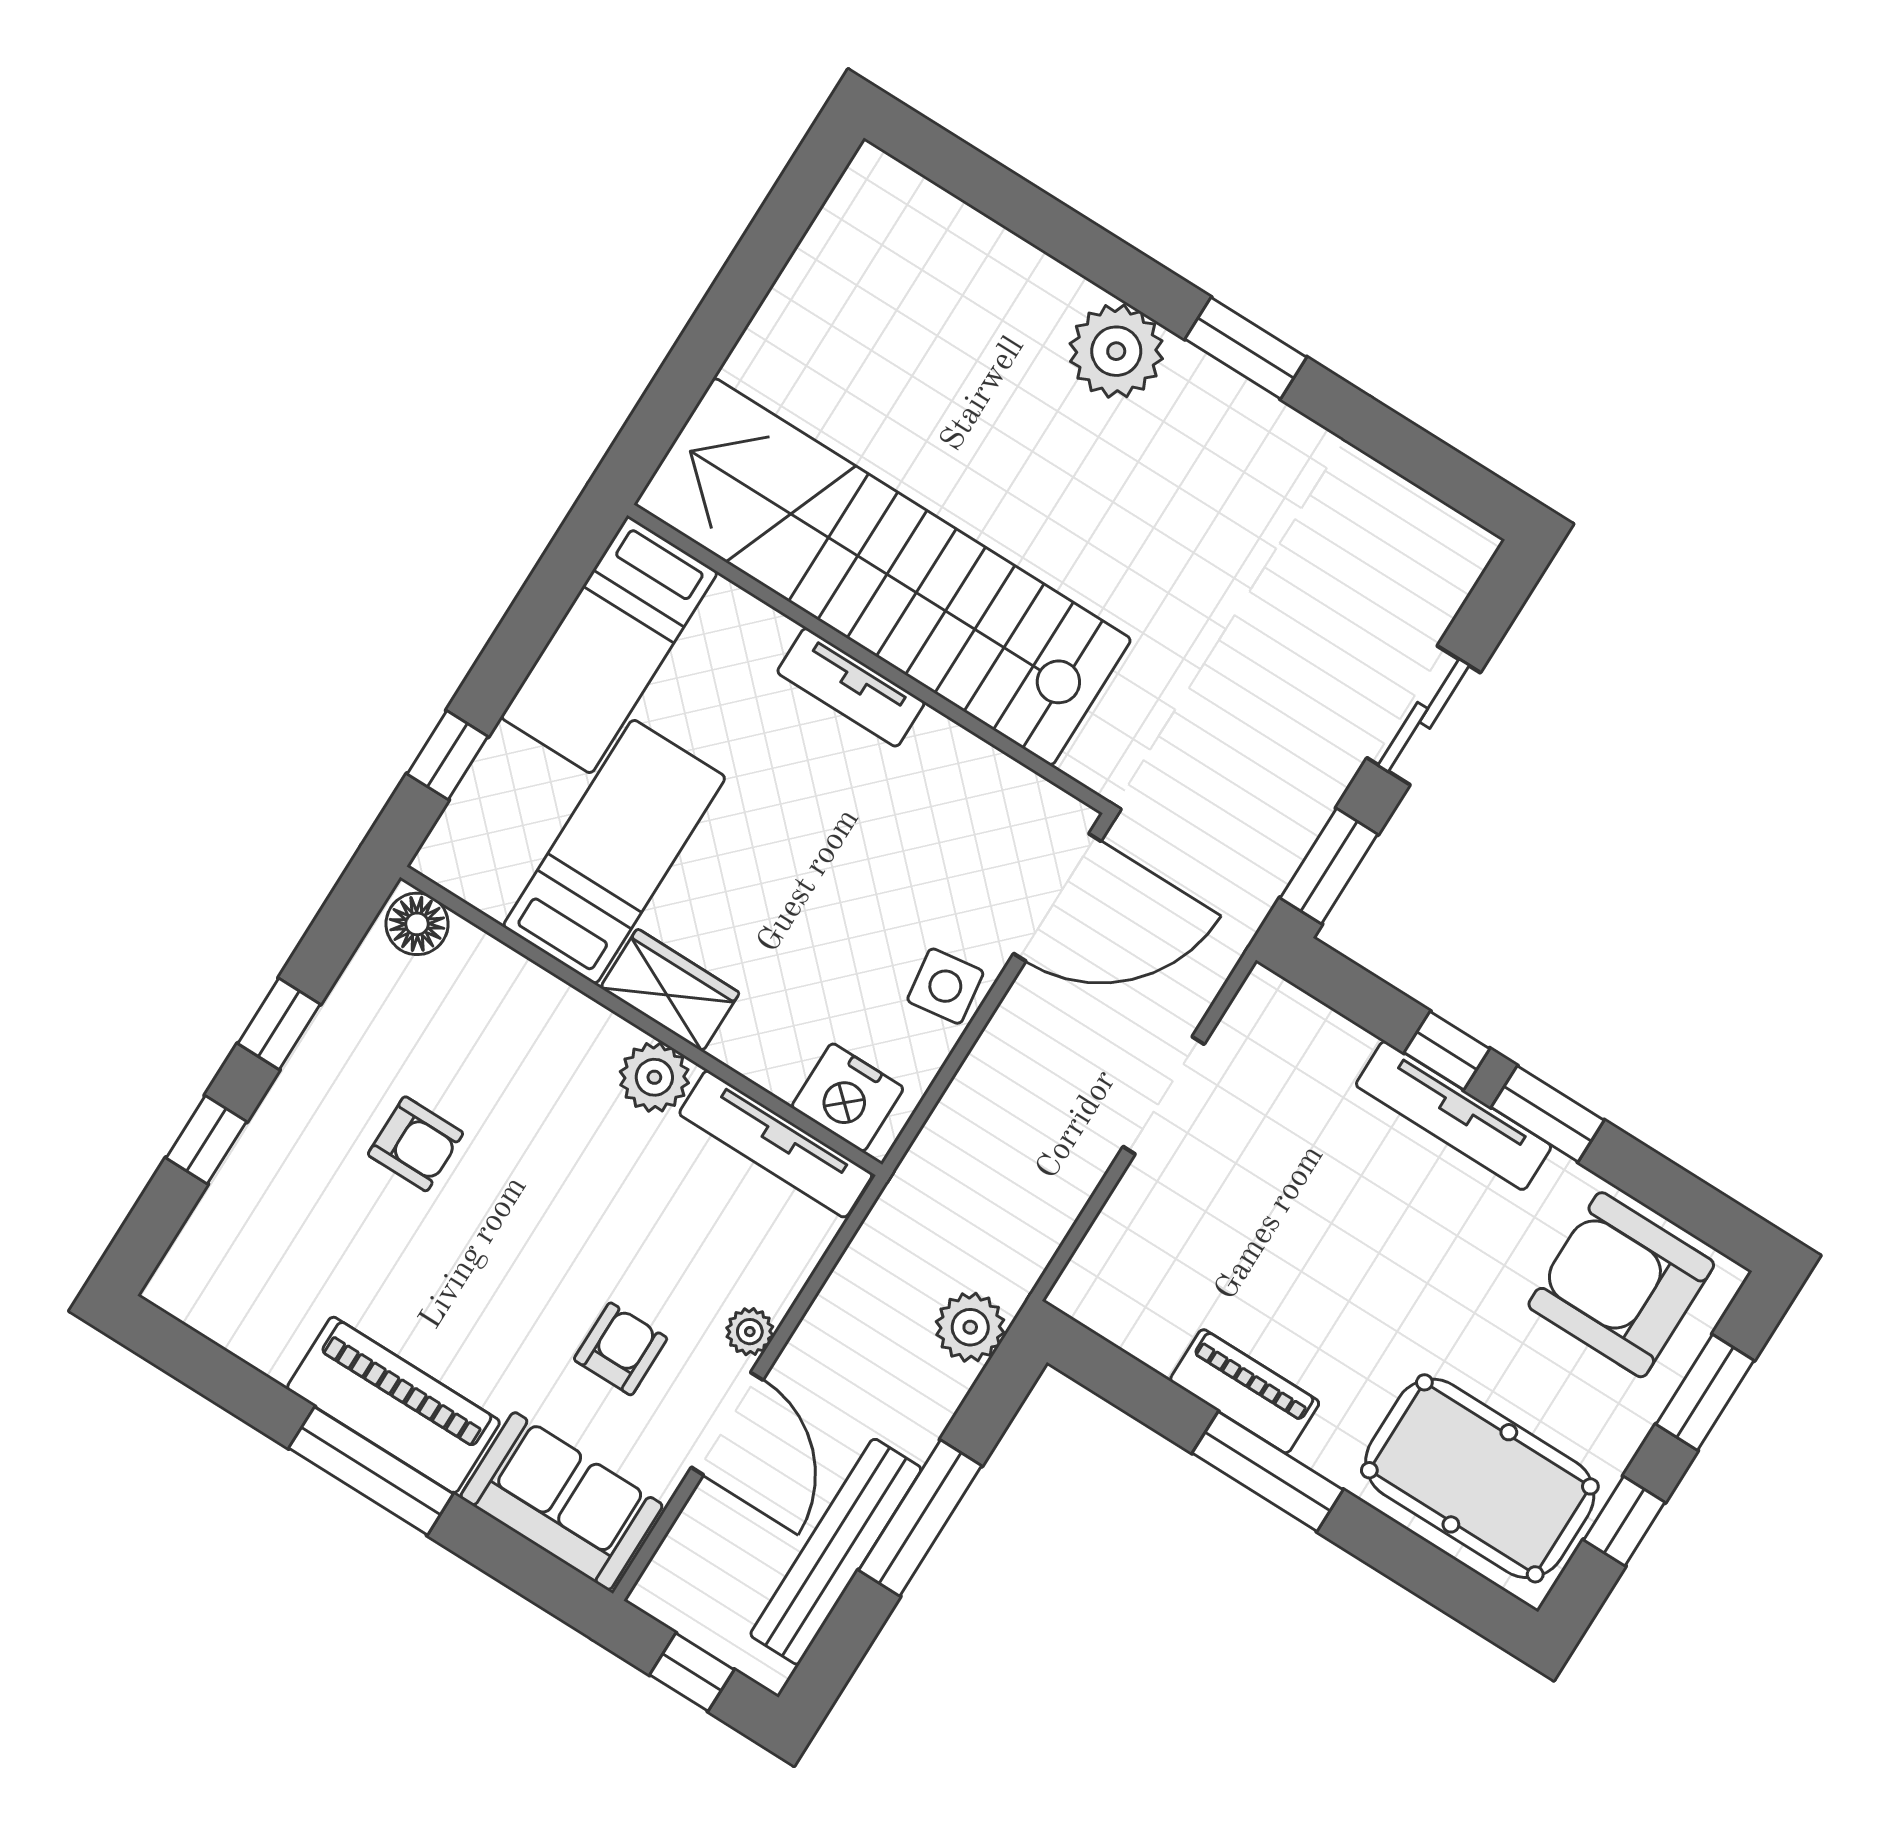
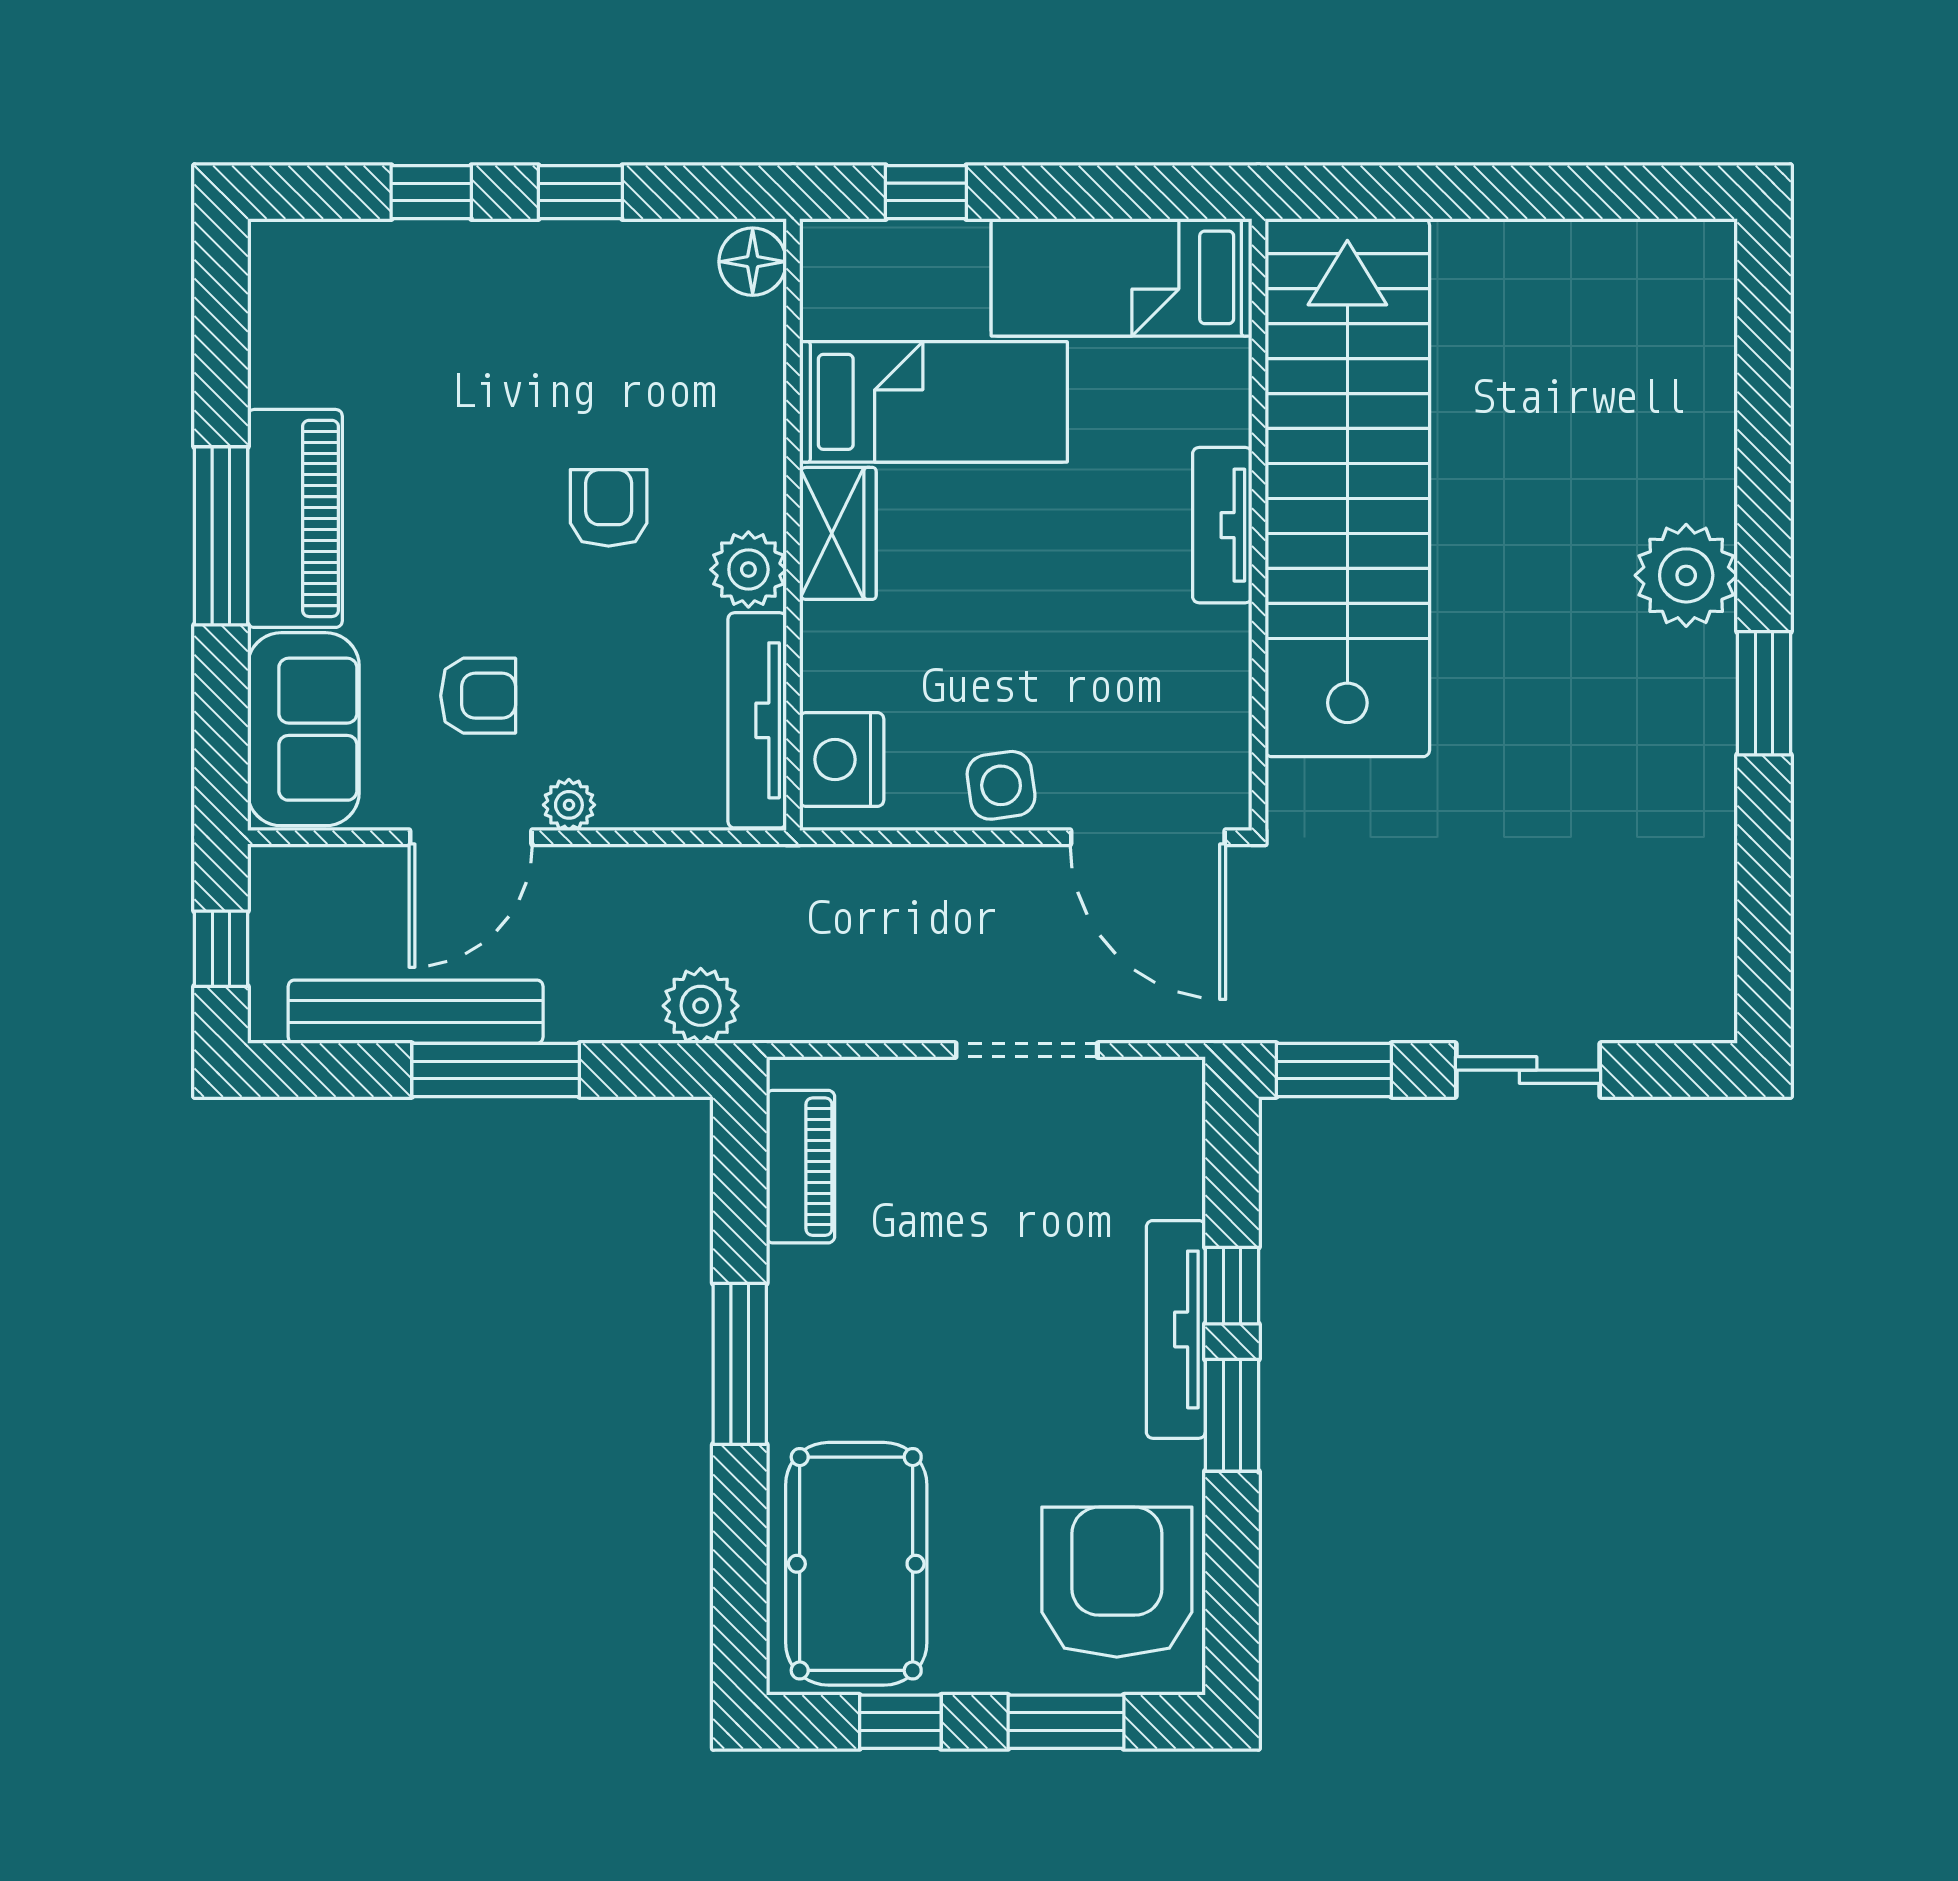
armchair: (415, 1144) -> (609, 508), moved, turned 180
piano: (1245, 1391) -> (800, 1167), moved

